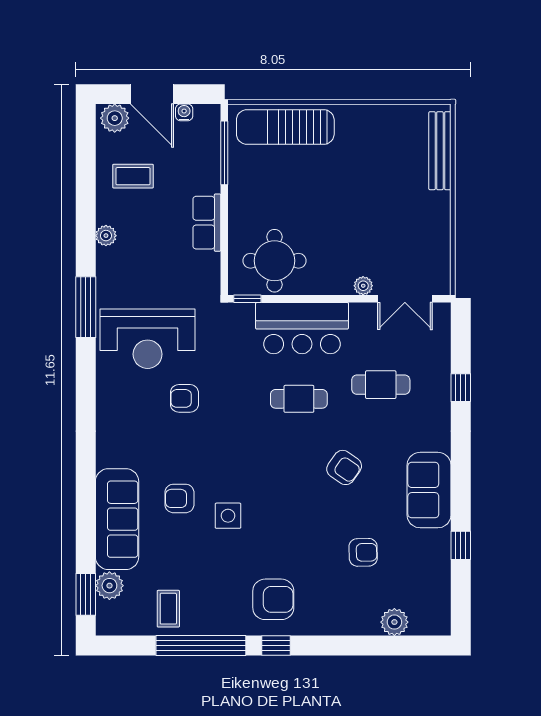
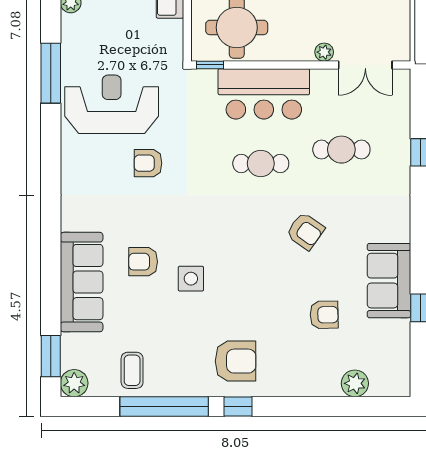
reception desk: (148, 339) -> (112, 104), turned 180
sofa: (429, 490) -> (389, 281), moved
plant: (109, 586) -> (74, 383), moved

